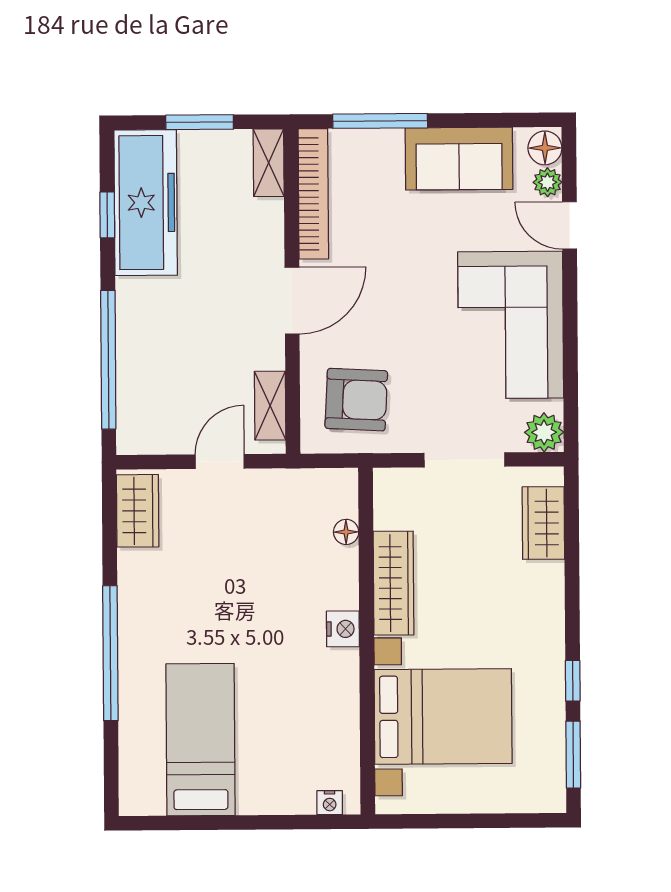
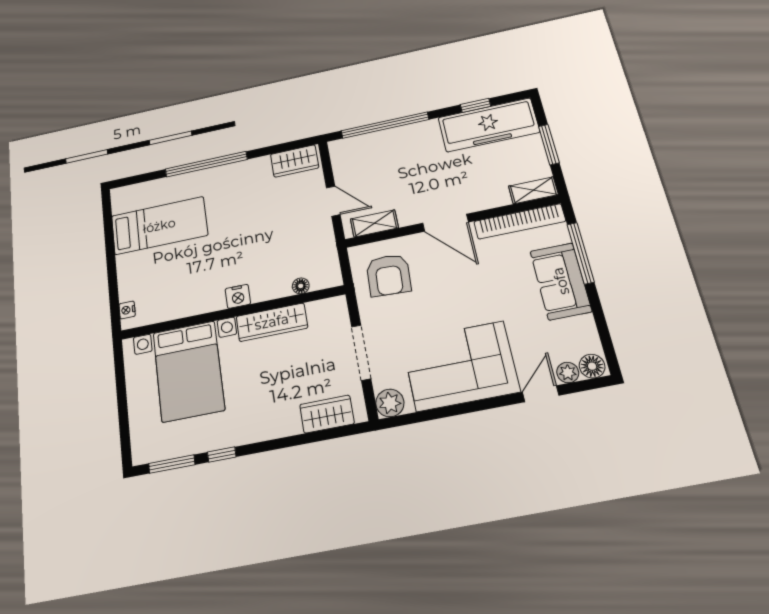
sofa: (459, 159) -> (561, 281), moved

